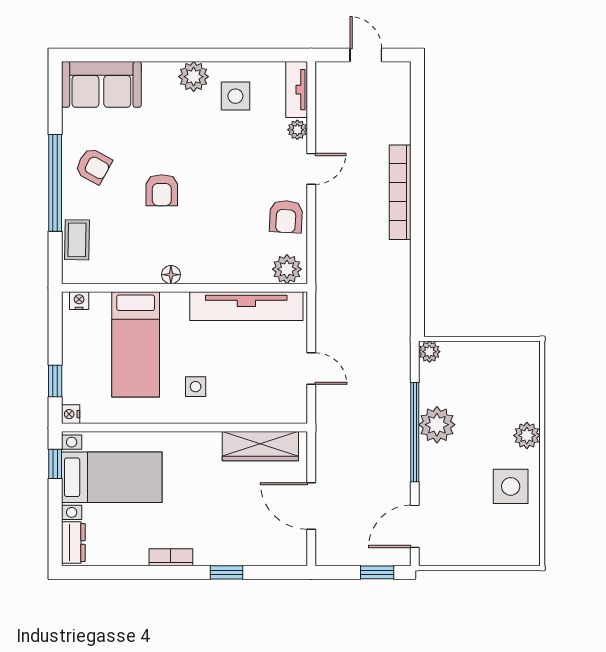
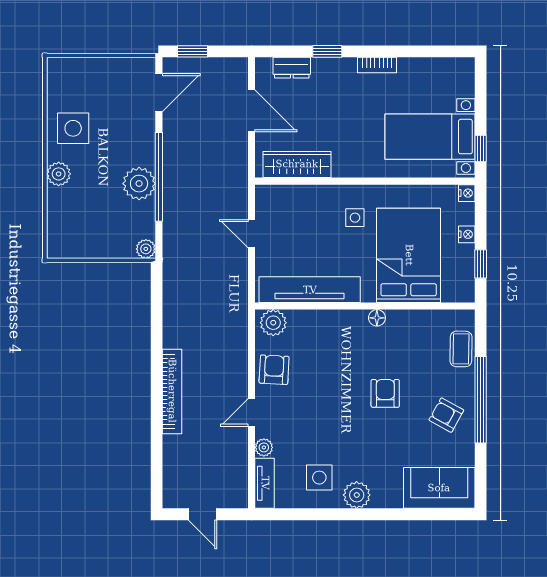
nightstand: (79, 301) -> (467, 234), moved, turned -90
bed: (136, 344) -> (409, 255), width x1.50
window: (55, 381) -> (481, 264), moved
dresser: (73, 543) -> (292, 68), moved, turned -90

